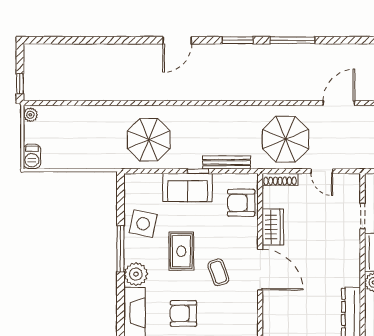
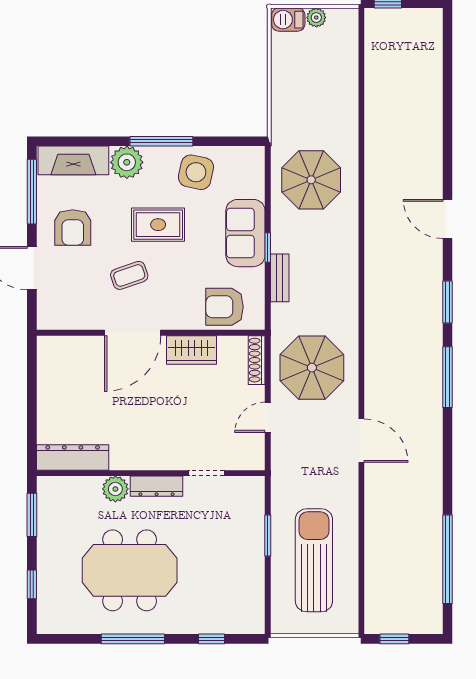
plant: (30, 115) -> (316, 18), moved
bench: (227, 163) -> (280, 278), width x0.73
armchair: (241, 203) -> (225, 307), turned -90
armchair: (183, 313) -> (73, 227), turned 180

